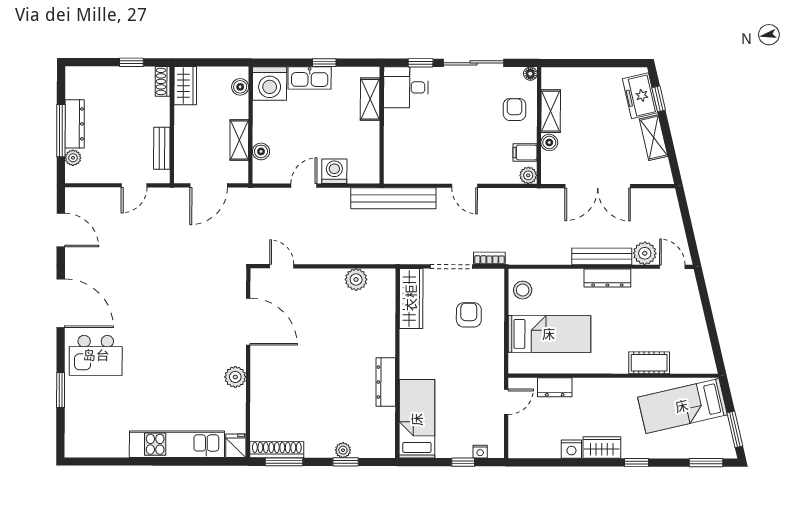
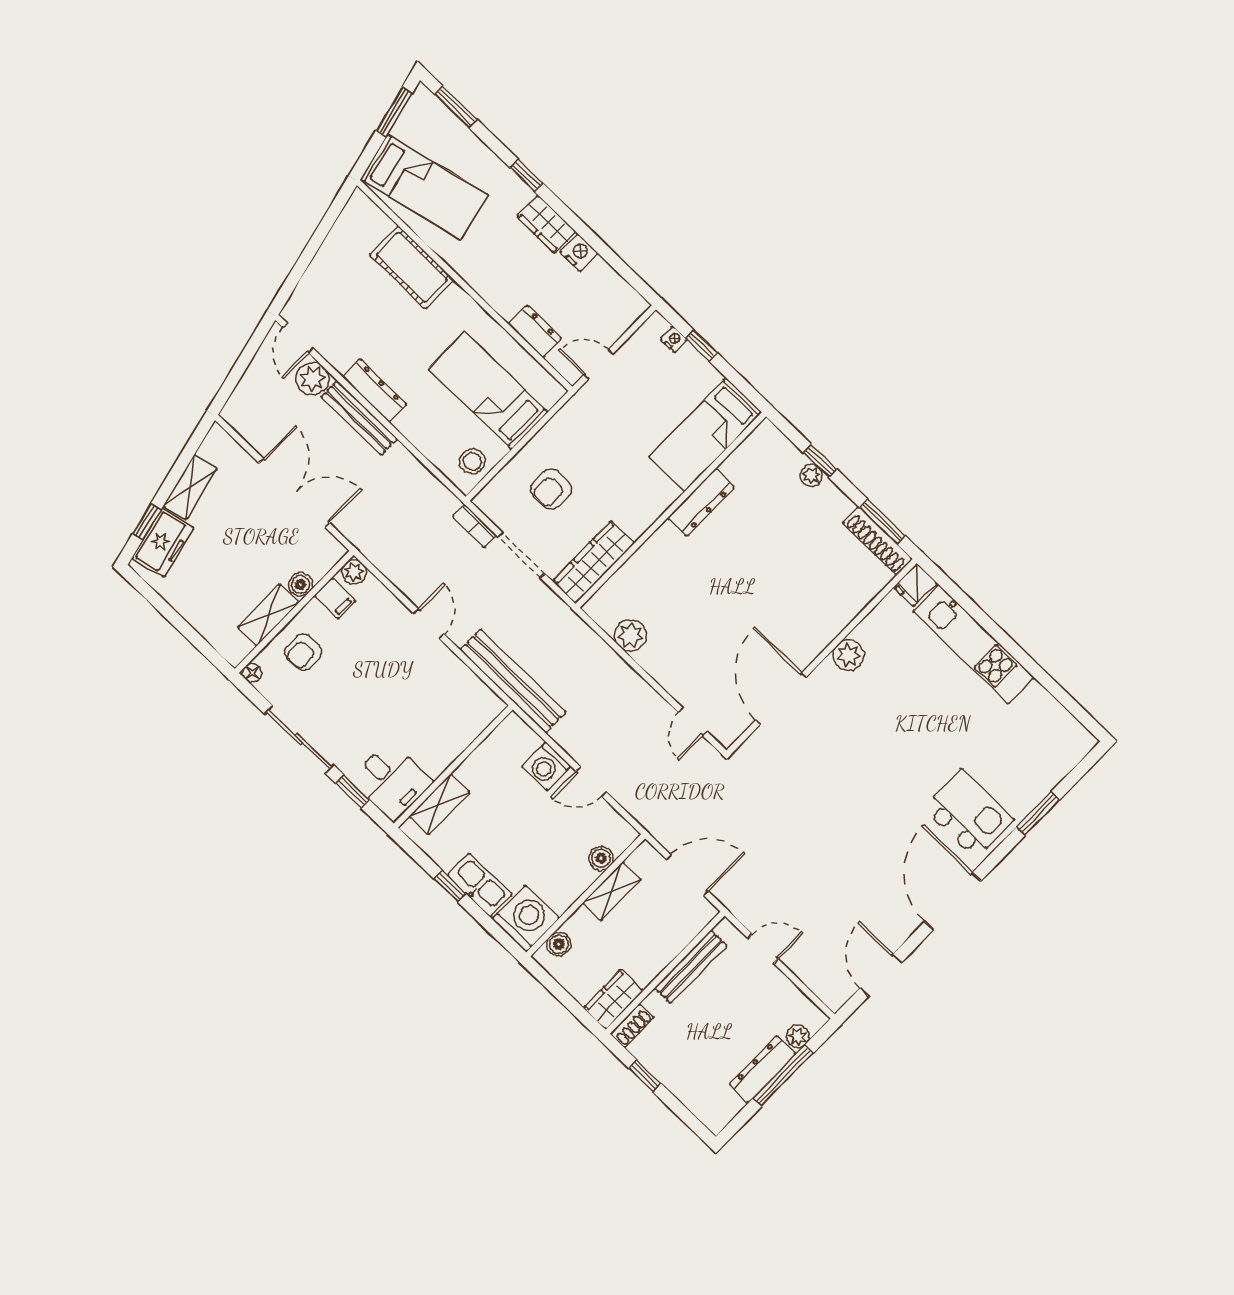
bench: (162, 148) -> (691, 967), width x1.36
cot: (649, 363) -> (412, 267), width x1.37, depth x1.34

